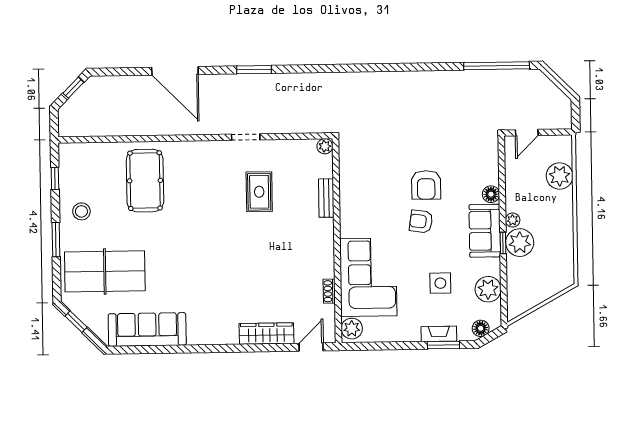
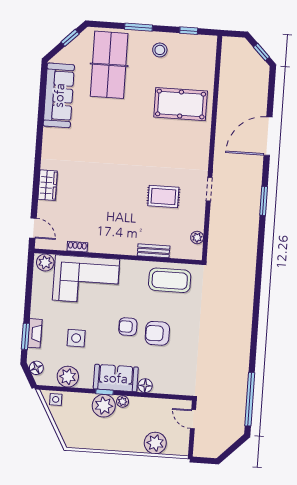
plant: (325, 146) -> (197, 237), moved
coffee table: (360, 175) -> (170, 280), added
armchair: (421, 221) -> (128, 327), turned -98
side table: (517, 301) -> (56, 399), added
wardrobe: (267, 334) -> (48, 185), width x0.67

